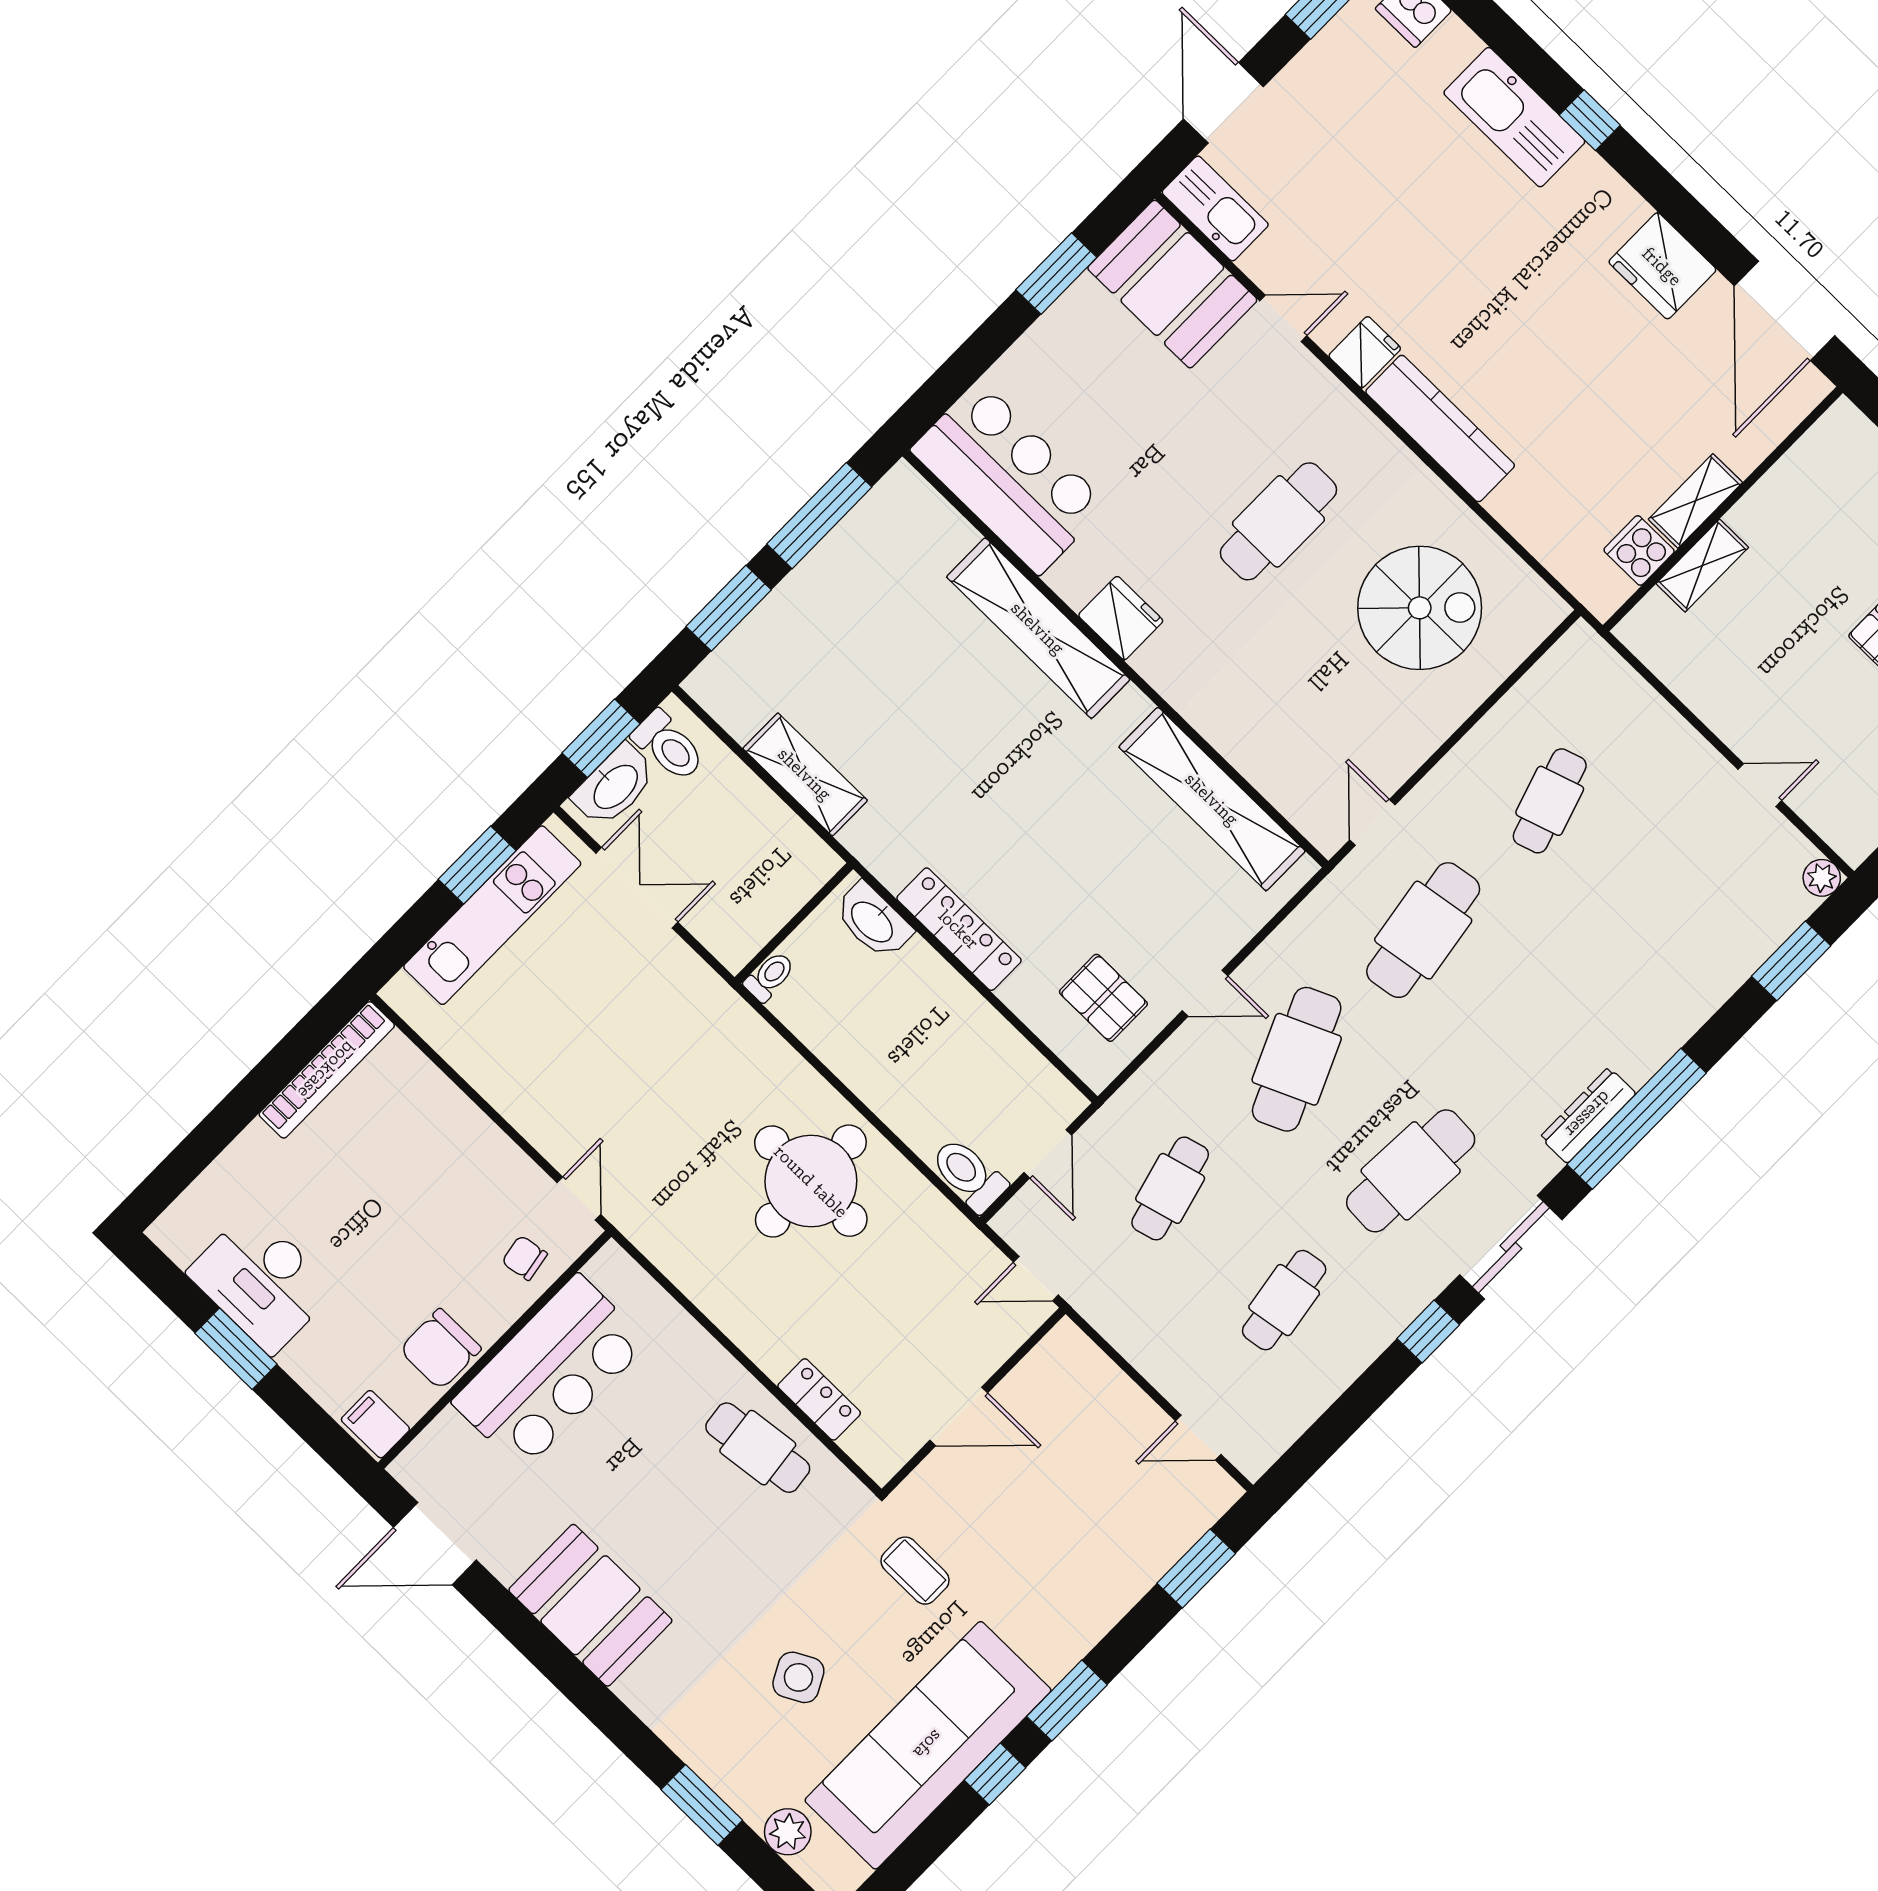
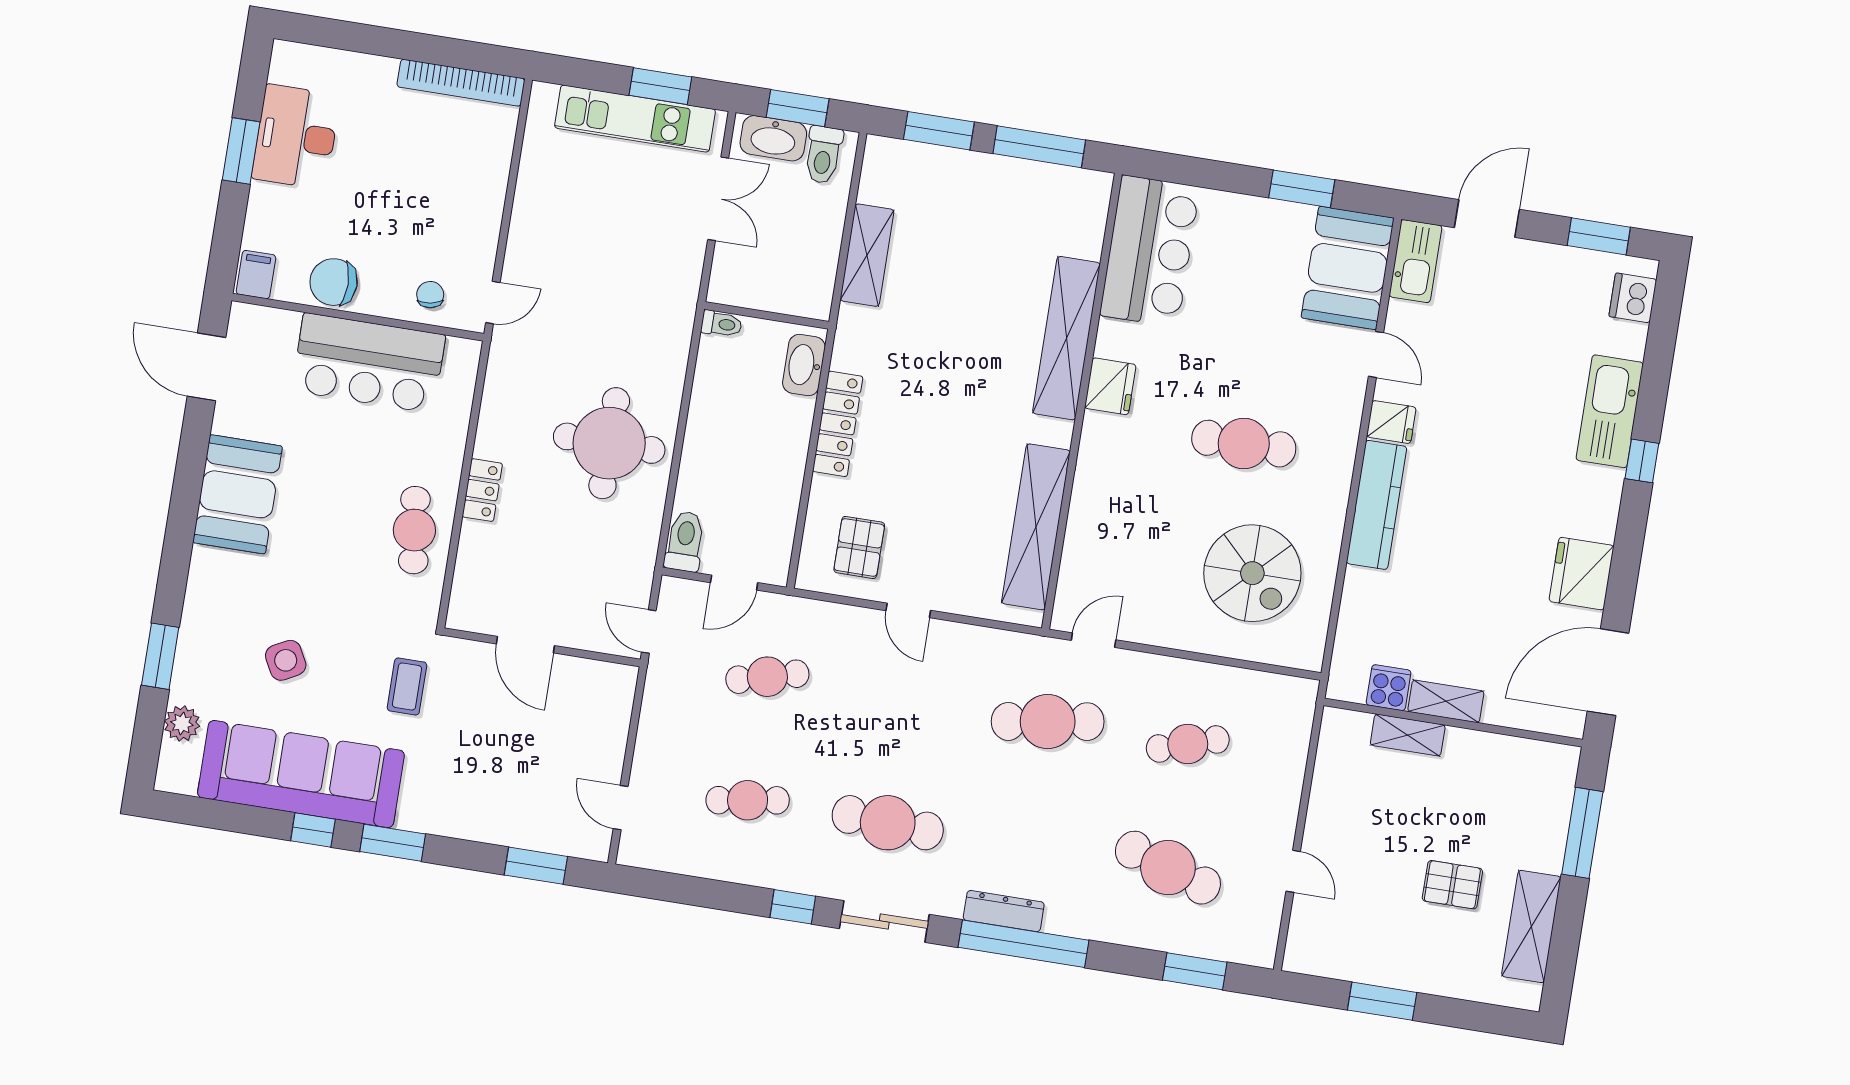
plant: (1822, 878) -> (1262, 953), removed
cafe table: (1297, 1059) -> (1168, 868), moved, turned 42
locker: (819, 1399) -> (482, 490), moved

